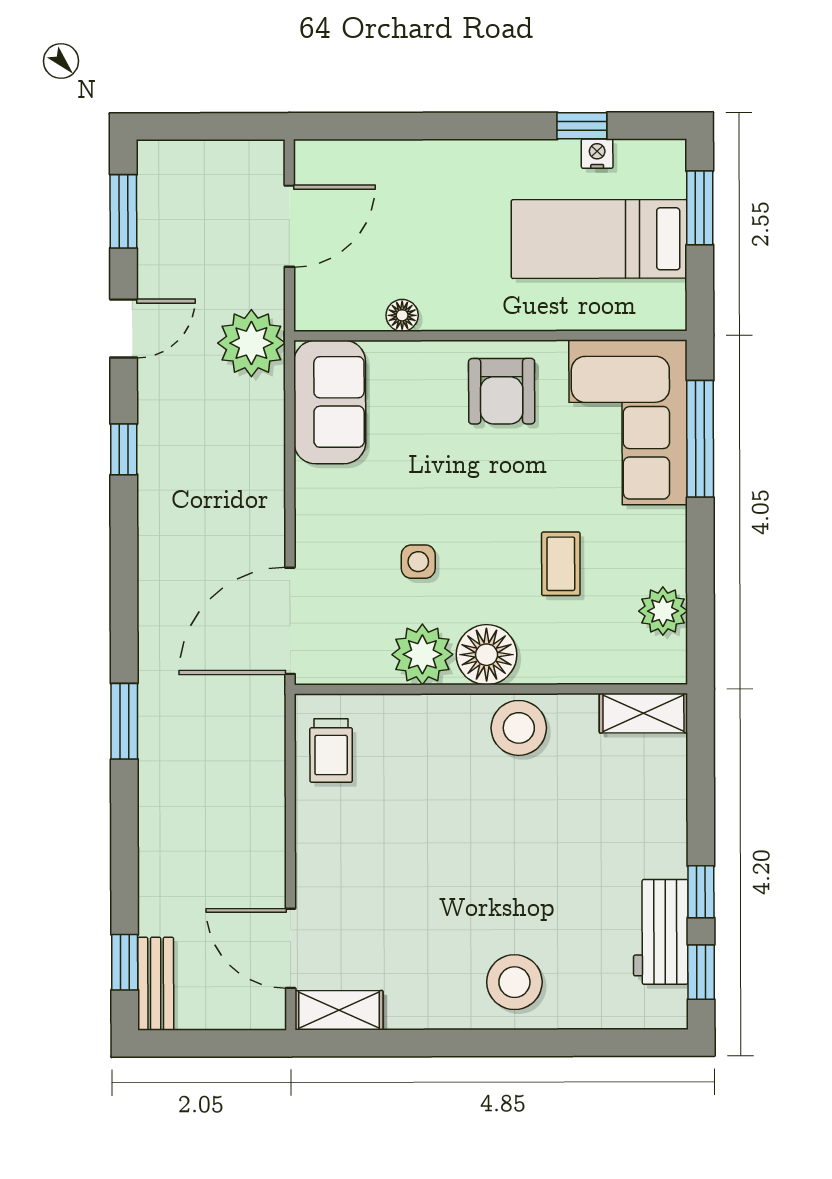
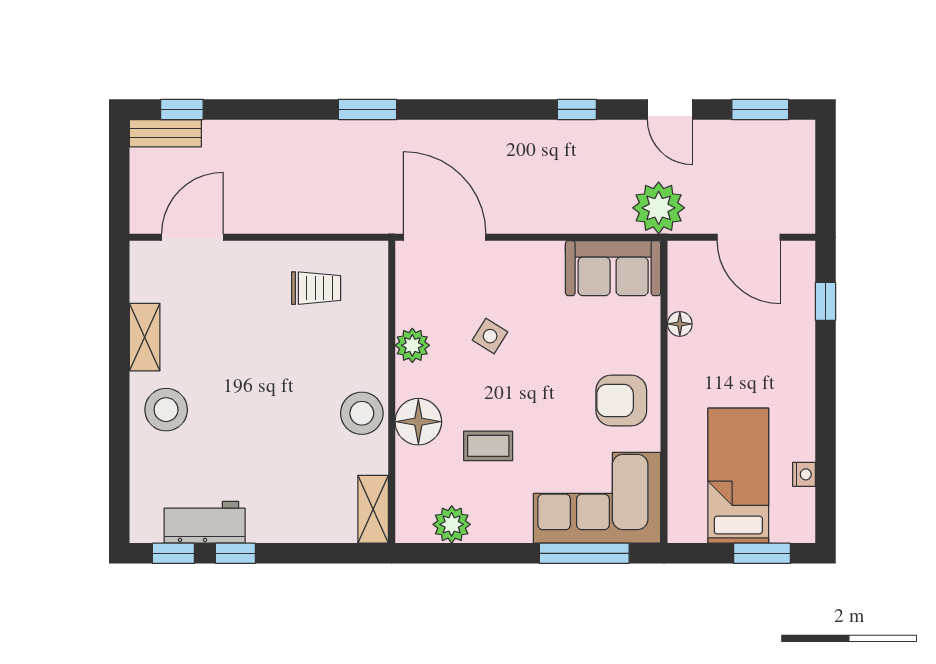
window: (582, 126) -> (825, 301), moved
side table: (418, 562) -> (490, 336), turned 32
plant: (422, 654) -> (412, 345), width x0.73, depth x0.73
floor lamp: (487, 655) -> (418, 422), moved
trolley: (331, 751) -> (316, 288), moved, turned 180
shelving: (339, 1010) -> (145, 337), moved

